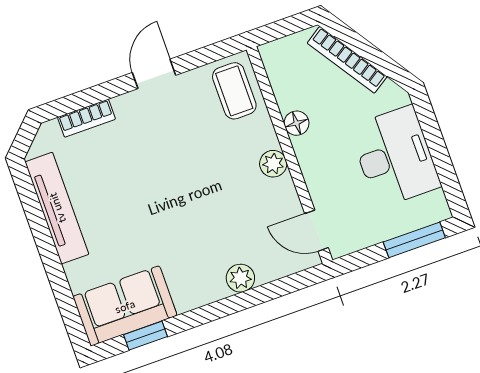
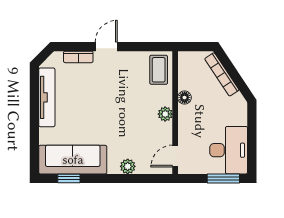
door: (154, 74) -> (106, 47), moved
desk: (395, 157) -> (229, 150), moved
door: (317, 231) -> (175, 156), hinge flipped
sofa: (125, 306) -> (73, 160), width x1.36

